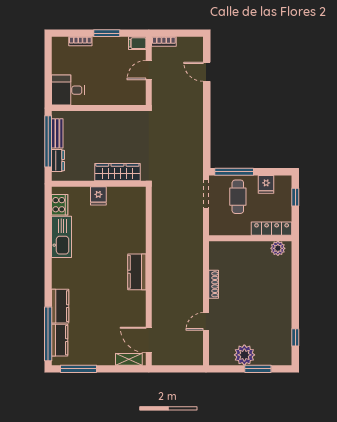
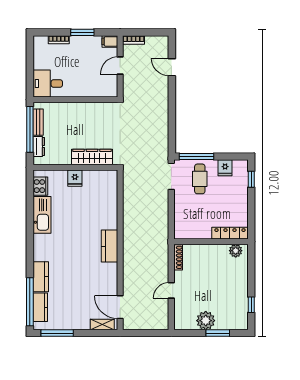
locker: (272, 229) -> (230, 233), moved
wall: (250, 238) -> (211, 242), moved
plant: (278, 248) -> (236, 251), moved

